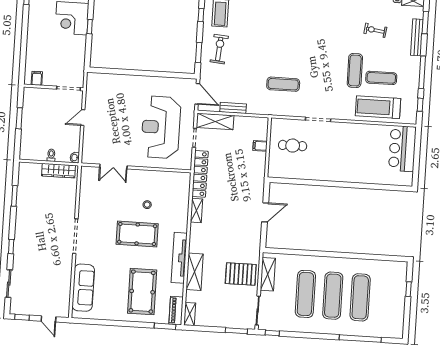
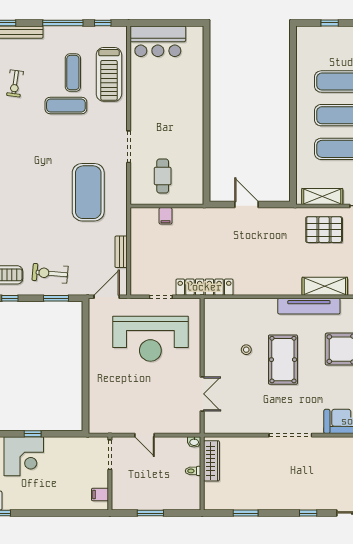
exercise mat: (283, 84) -> (88, 192), width x2.00, depth x1.45
shelving: (215, 121) -> (139, 273), removed
shelving: (196, 210) -> (250, 289), removed
pallet: (241, 274) -> (324, 230), turned 90

